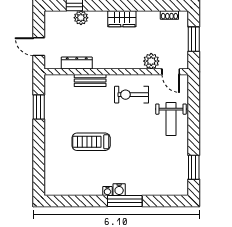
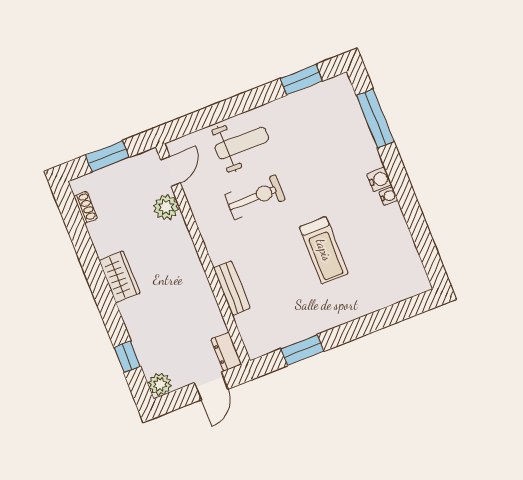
plant: (81, 18) -> (160, 384), moved
dresser: (77, 63) -> (226, 352), moved, width x0.70
exercise bike: (132, 95) -> (255, 197), moved, turned -90
window: (125, 201) -> (375, 118), moved

